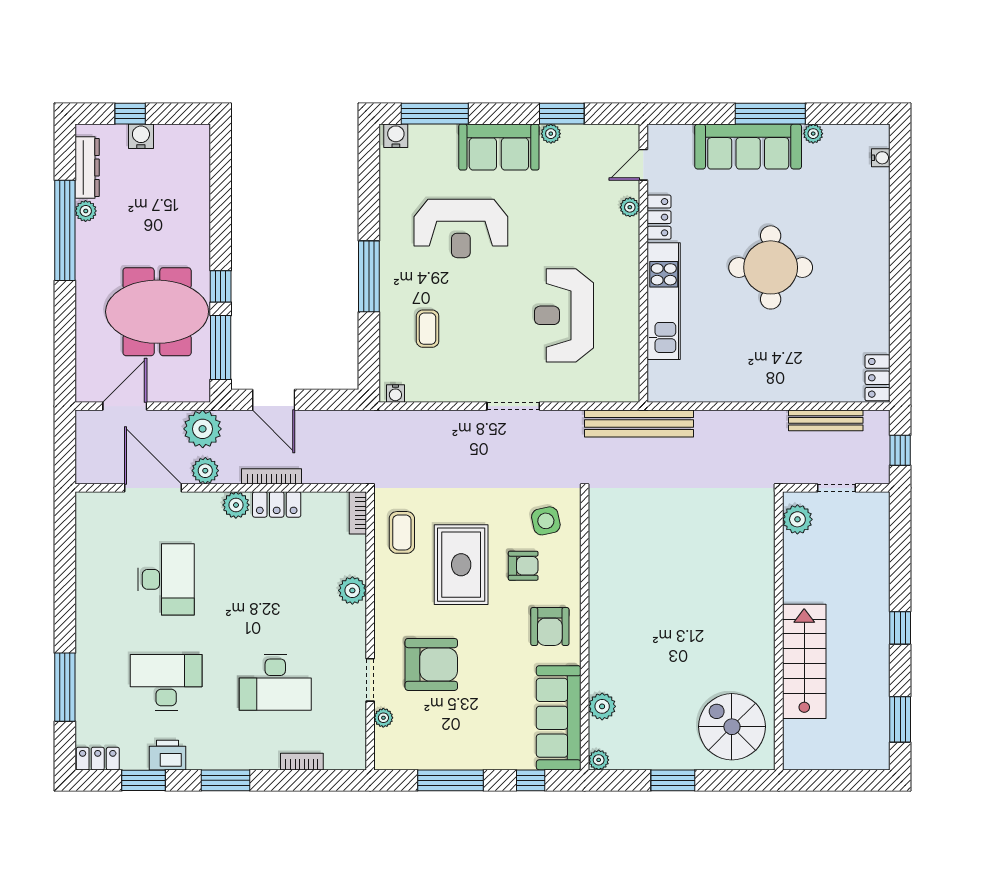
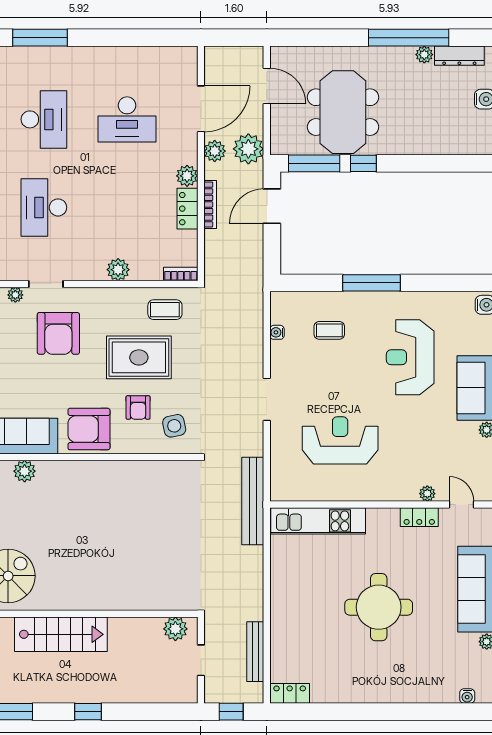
kitchen unit: (664, 301) -> (318, 521), moved
water cooler: (395, 393) -> (277, 332), moved
armchair: (550, 627) -> (89, 429), width x1.36, depth x1.36

